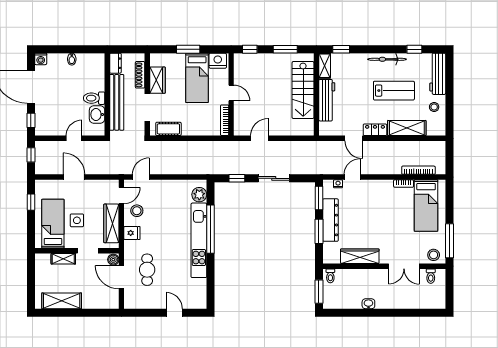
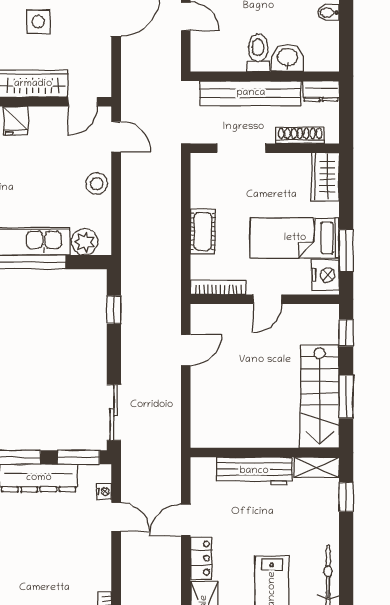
window: (188, 49) -> (346, 251), moved
wardrobe: (157, 80) -> (325, 177), moved, turned 90
stairs: (303, 90) -> (320, 396), moved, turned -90
washbasin: (97, 114) -> (288, 58), moved
cot: (168, 129) -> (203, 231), moved
door: (259, 138) -> (186, 350), hinge flipped
sliding door: (274, 178) -> (114, 412), moved
door: (121, 196) -> (83, 102), hinge flipped
stool: (137, 211) -> (97, 184), moved

